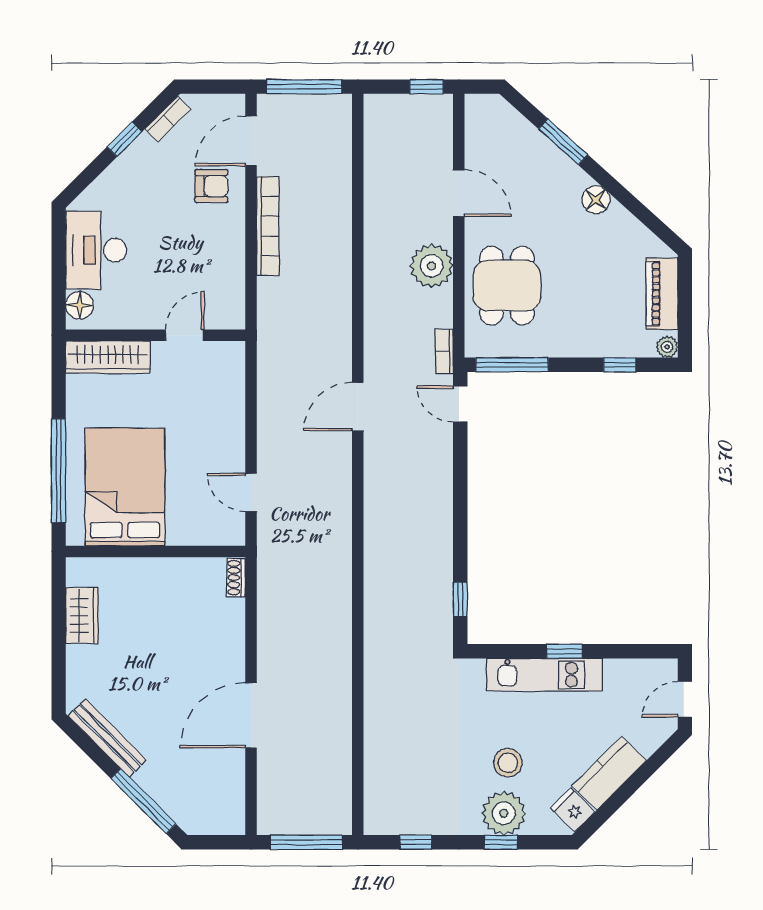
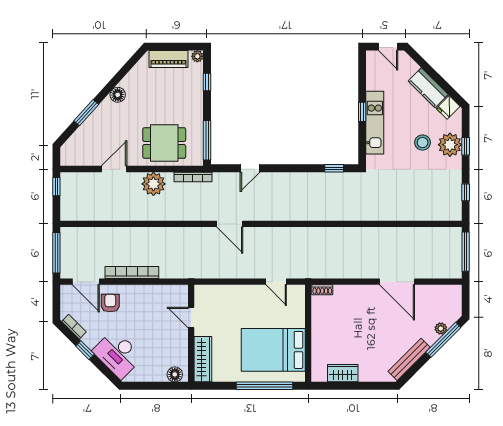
desk: (96, 250) -> (118, 354), moved, turned 45
bookcase: (444, 351) -> (193, 177), width x1.56
door: (460, 404) -> (250, 168), moved
door: (251, 492) -> (276, 282), hinge flipped
plant: (164, 796) -> (441, 328), added

